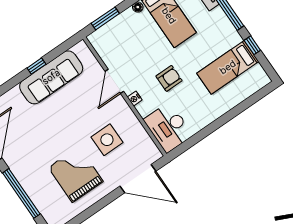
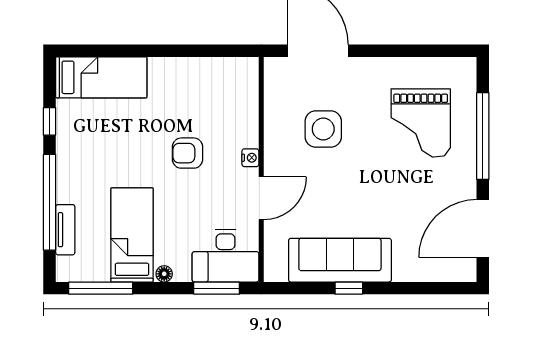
bed: (228, 67) -> (101, 77), moved
desk: (168, 127) -> (226, 256), moved, turned 90
grand piano: (76, 174) -> (421, 123), moved

